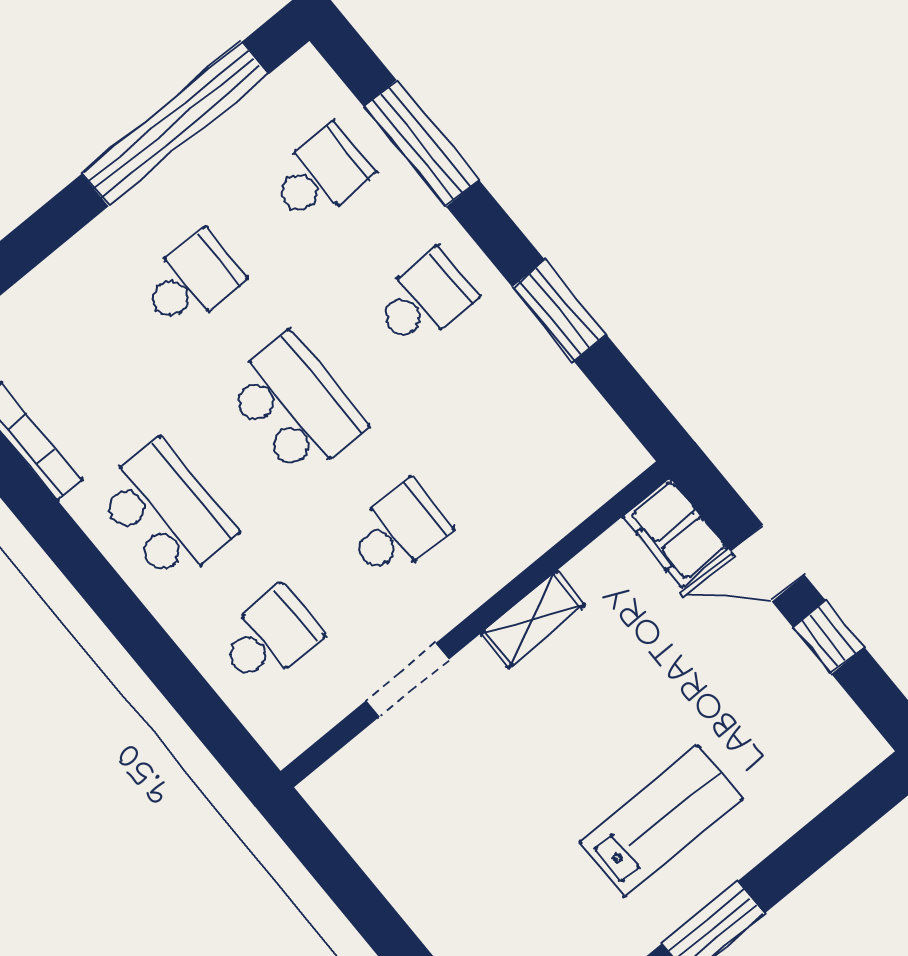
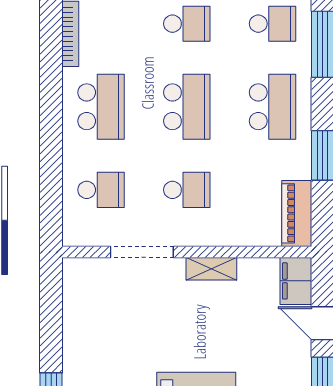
school desk: (424, 299) -> (273, 107), width x1.85
piano: (593, 430) -> (297, 213), added
doorway: (408, 680) -> (142, 252), width x1.38

